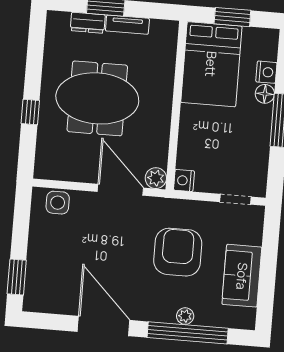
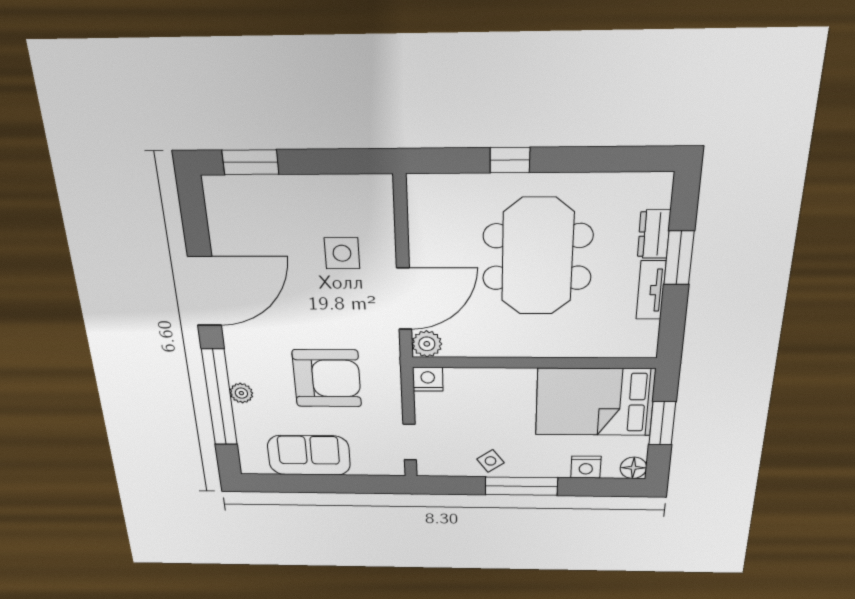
floor lamp: (265, 94) -> (633, 468), moved
side table: (256, 142) -> (490, 461), added
side table: (58, 203) -> (342, 253), moved

